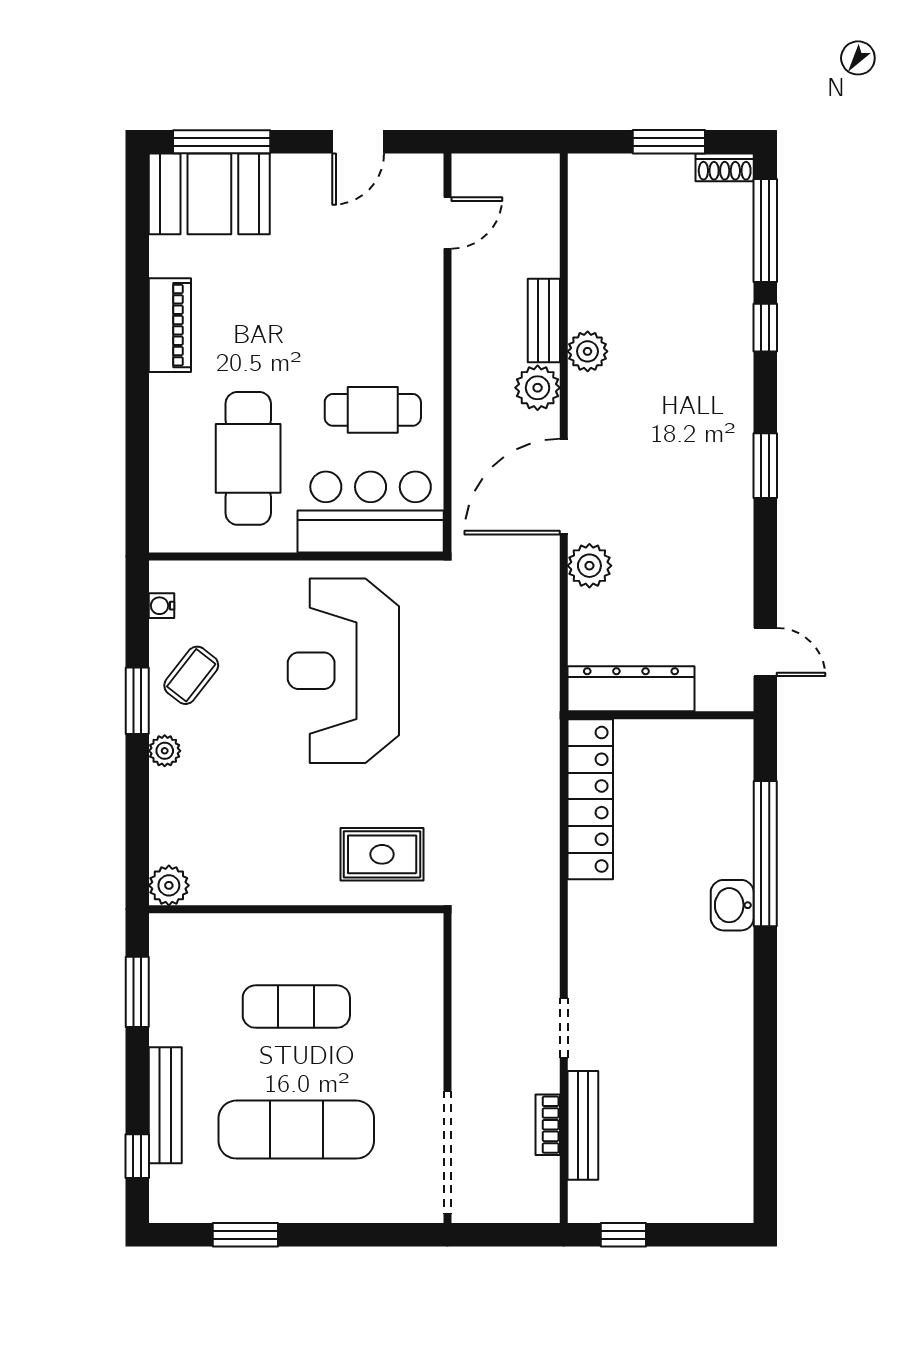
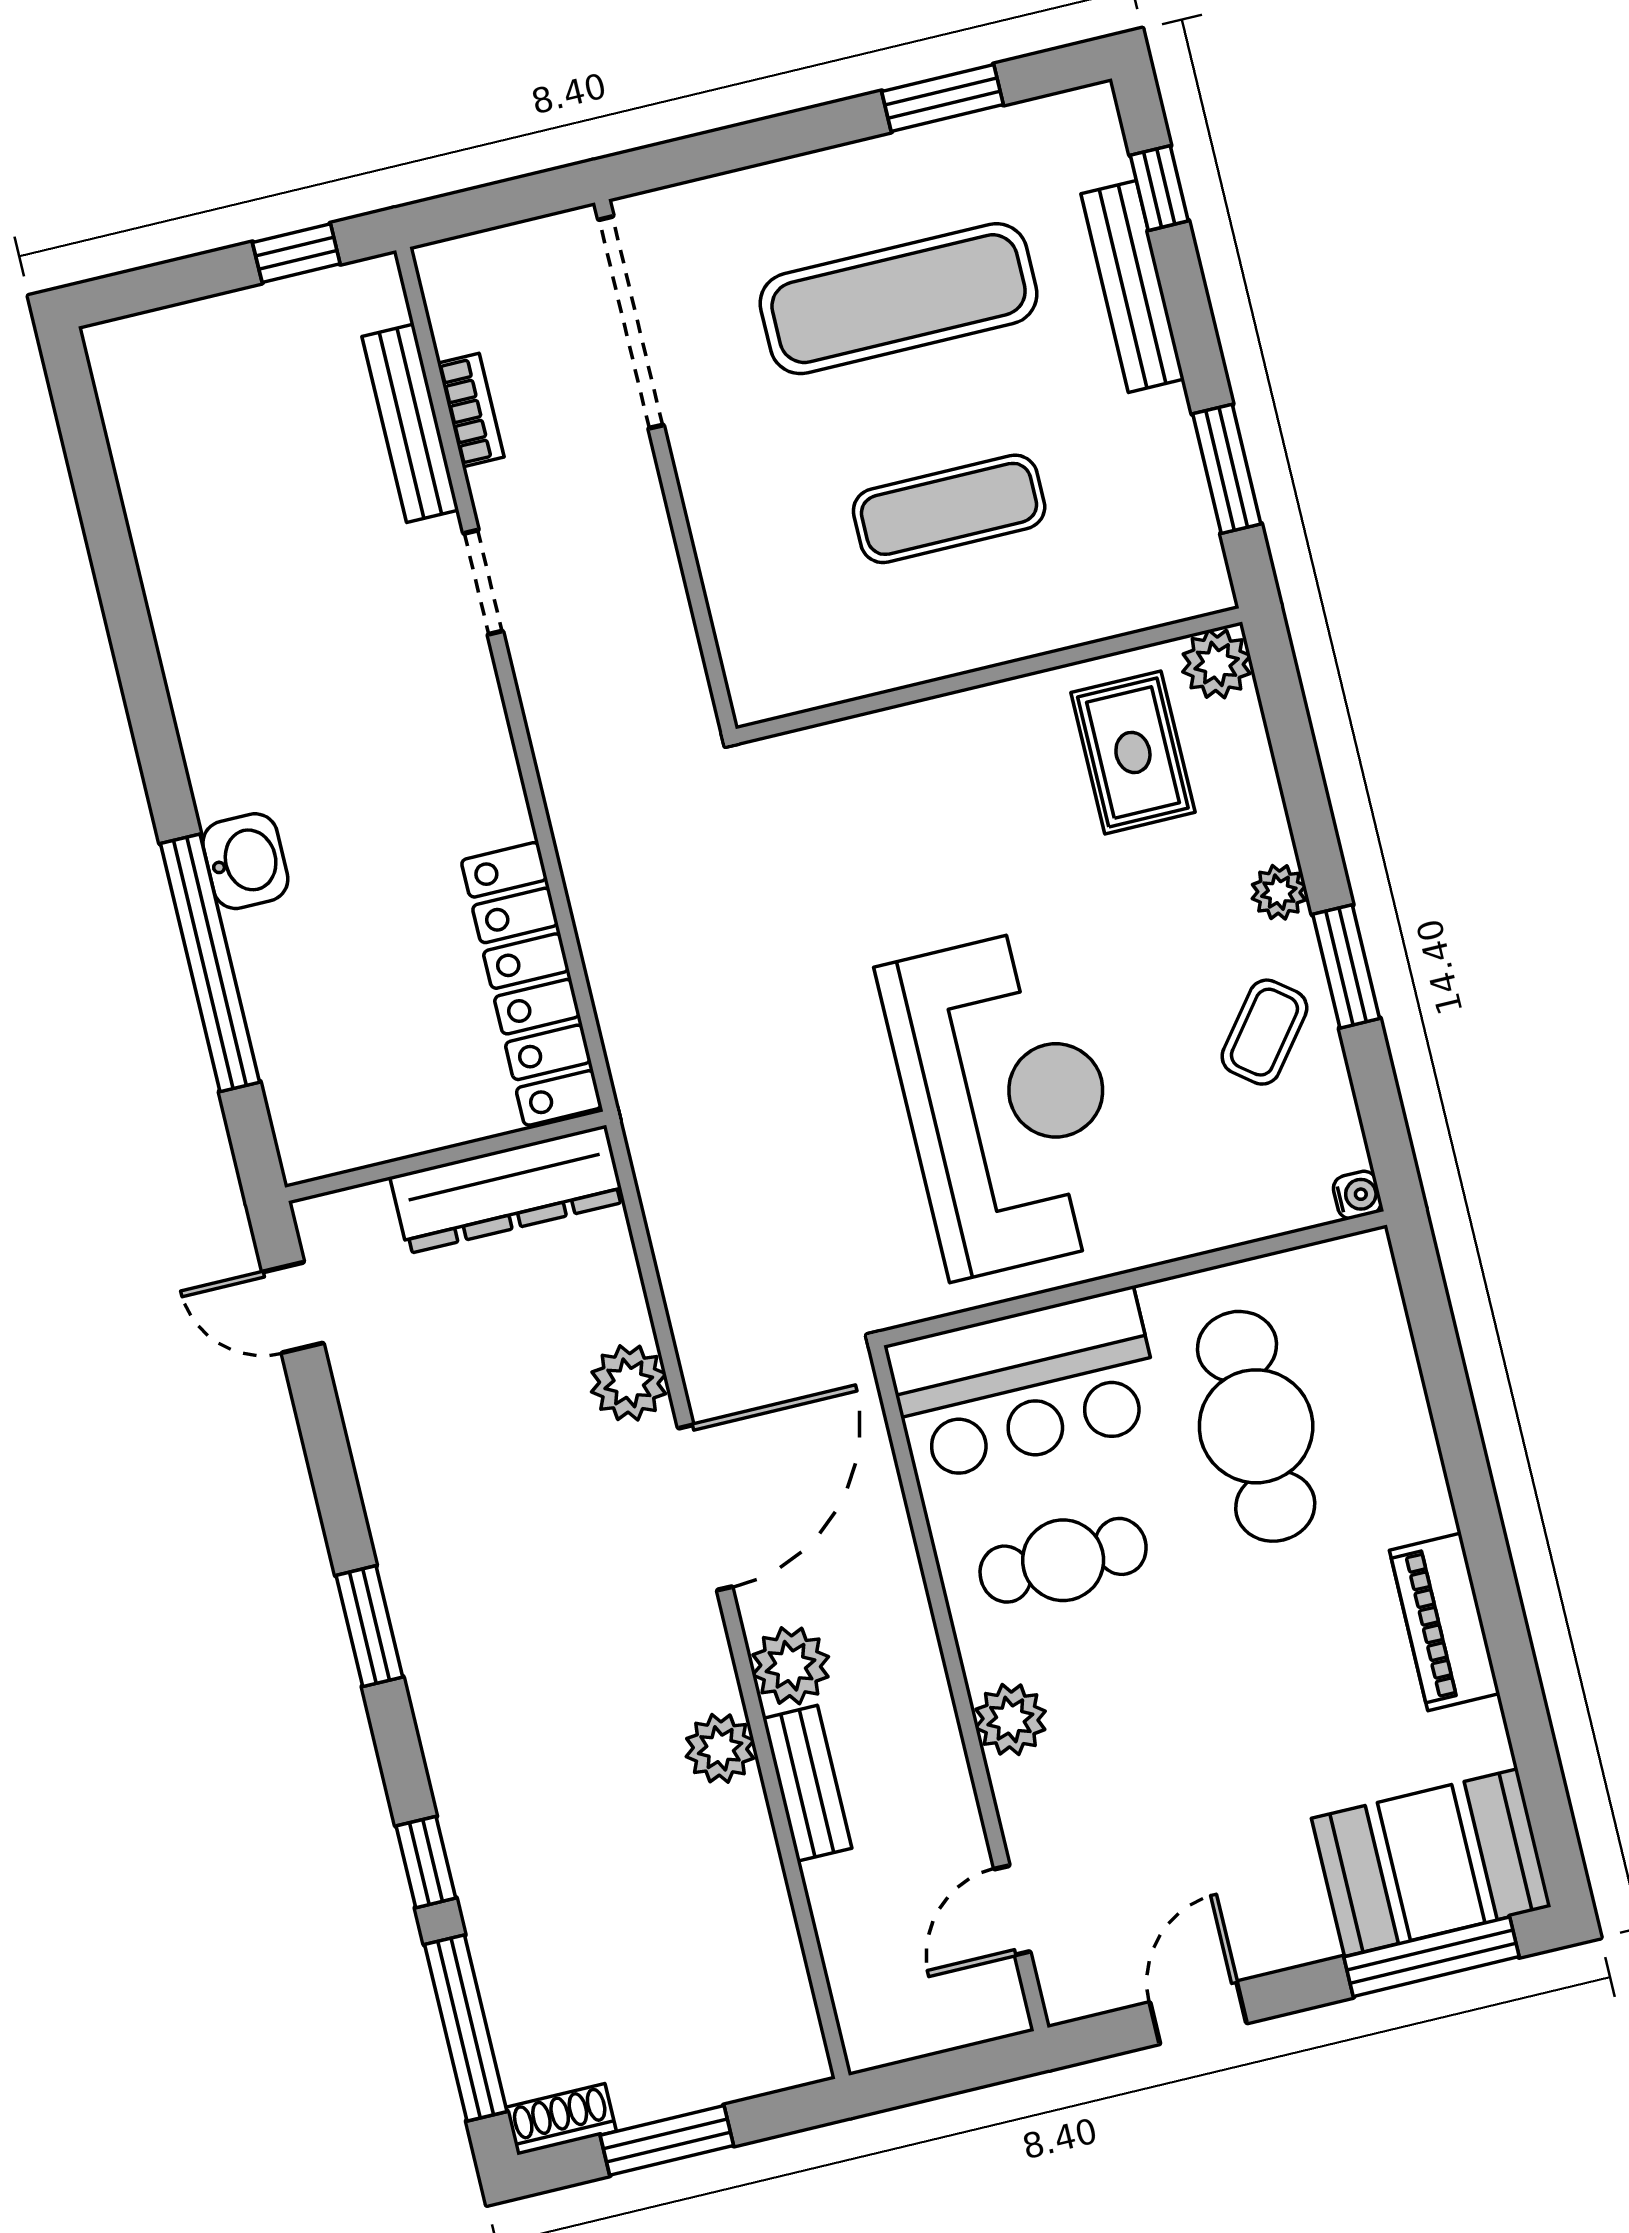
plant: (423, 329) -> (1010, 1719), added
water cooler: (162, 606) -> (1357, 1195), moved
rug: (382, 854) -> (1133, 752), moved, turned 90

